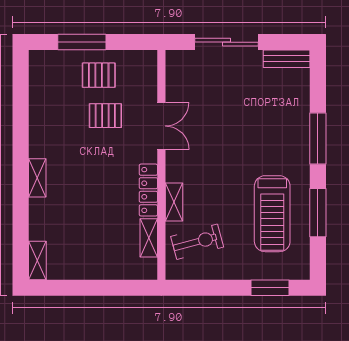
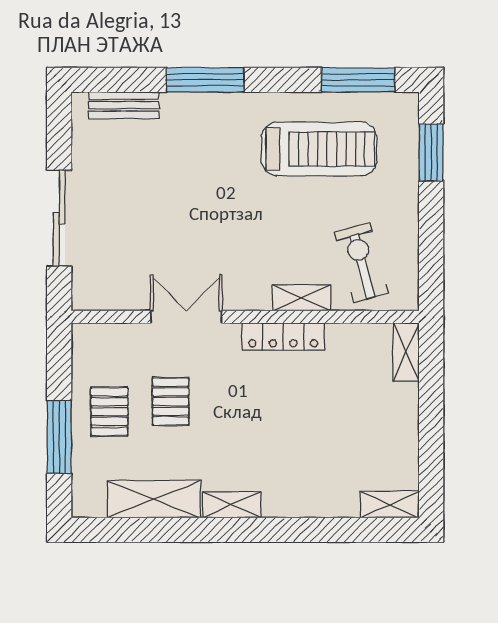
bench: (287, 59) -> (124, 105), moved, turned 90
shelving: (41, 105) -> (154, 499), added
shelving: (37, 178) -> (232, 505), moved
window: (318, 213) -> (358, 80), moved
shelving: (149, 238) -> (406, 352), moved, turned 90

